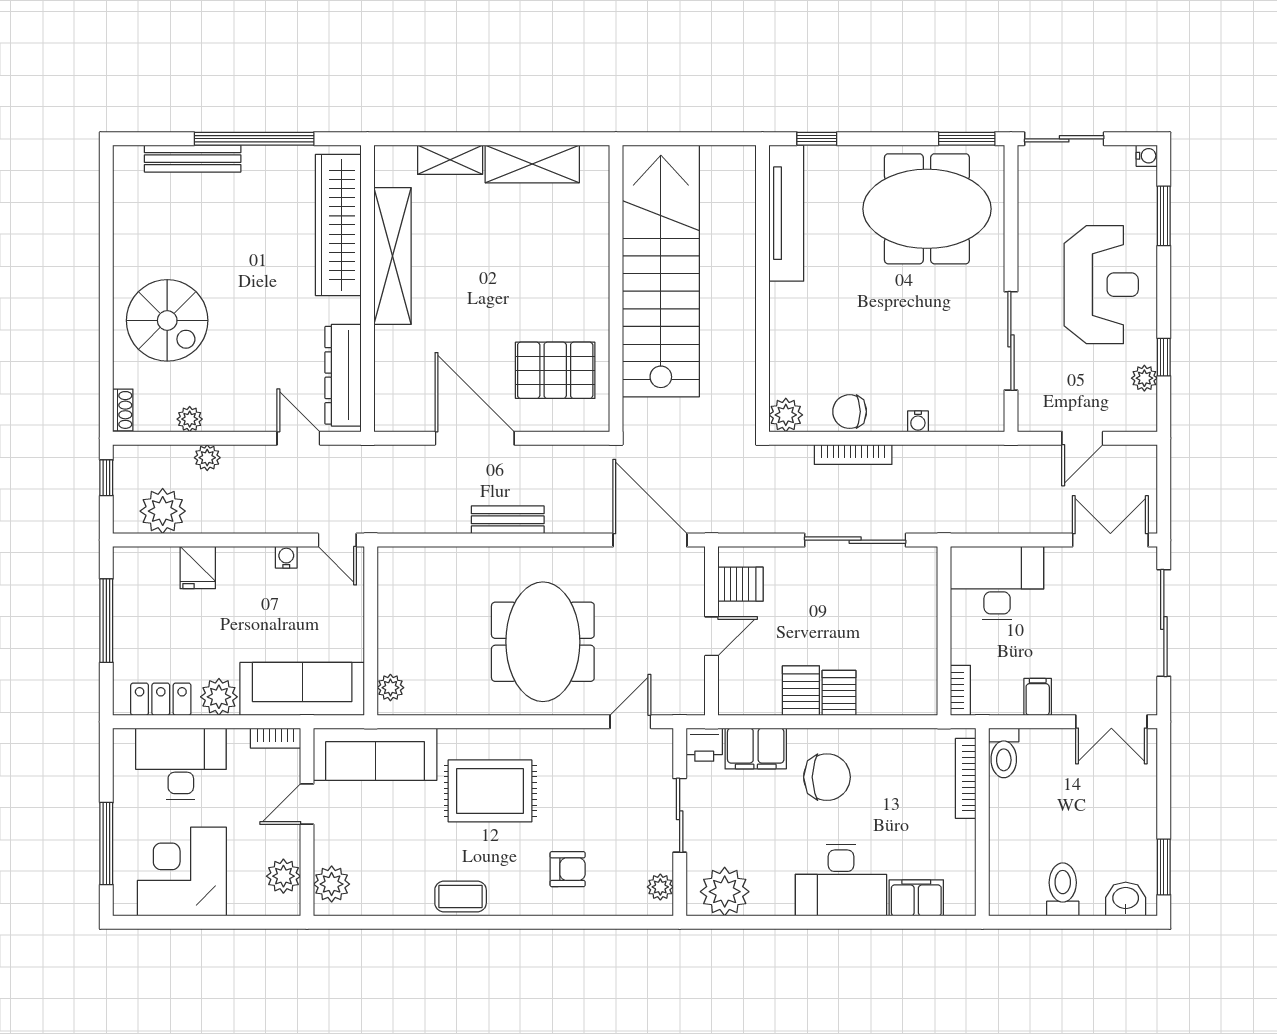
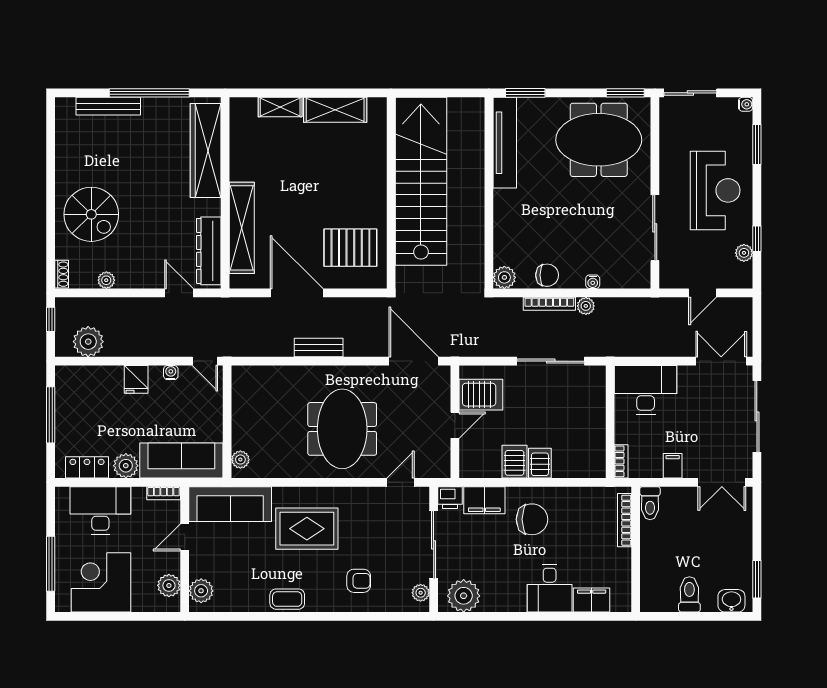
window: (817, 139) -> (525, 93), width x1.50
shelving: (393, 256) -> (242, 228), moved
chair: (850, 412) -> (547, 275), turned 180
plant: (207, 458) -> (586, 306), moved
fridge: (198, 568) -> (136, 379), moved
server rack: (741, 584) -> (481, 395), width x1.36, depth x1.44
sliding door: (680, 815) -> (434, 545), width x1.37
desk: (841, 880) -> (550, 588), width x0.73

